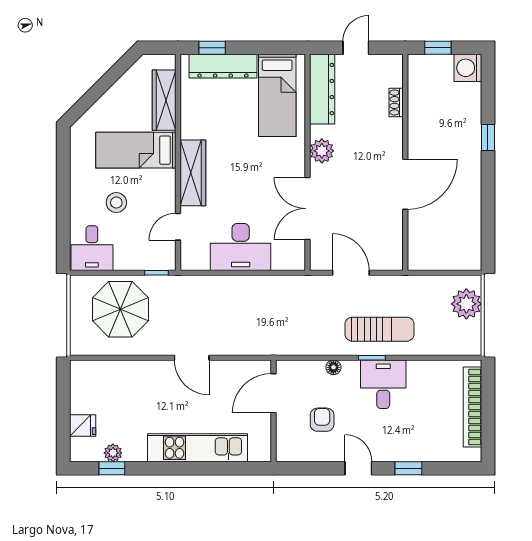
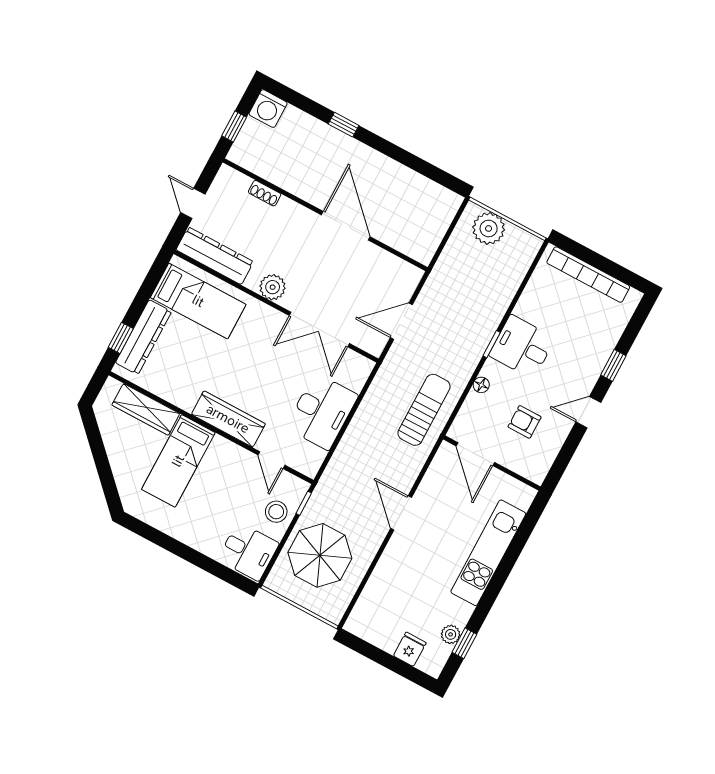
stool: (116, 203) -> (276, 512), moved
sun lounger: (380, 329) -> (424, 410), moved
door: (192, 358) -> (401, 513), swing flipped

